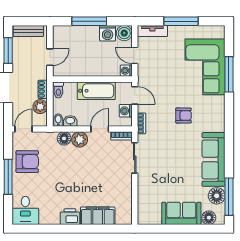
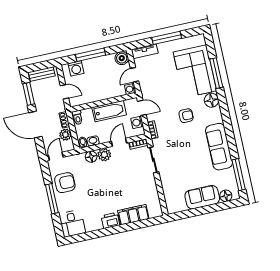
washing machine: (108, 33) -> (76, 68), moved
door: (135, 55) -> (134, 75), hinge flipped
door: (50, 57) -> (64, 92), hinge flipped
floor lamp: (217, 196) -> (211, 100), moved

